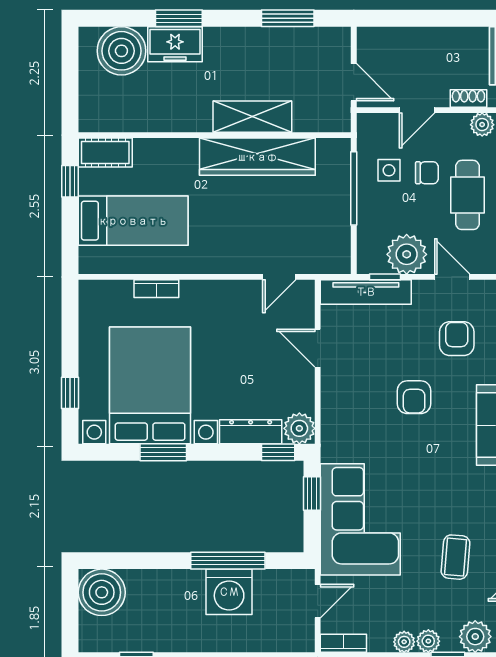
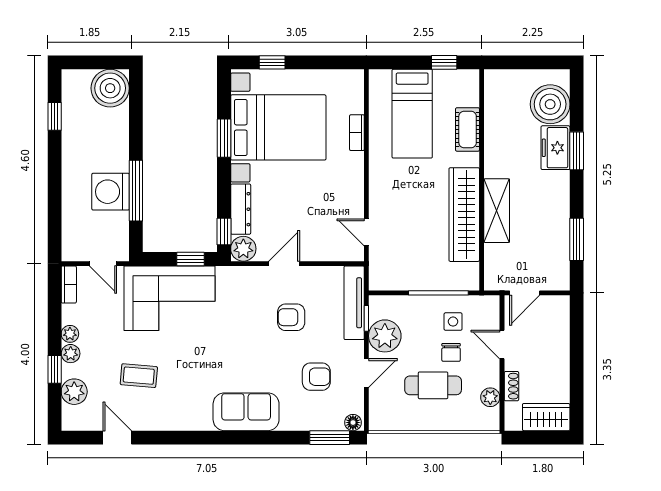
cot: (105, 152) -> (468, 129), moved
door: (318, 348) -> (284, 264), moved
armchair: (414, 397) -> (291, 317), moved

